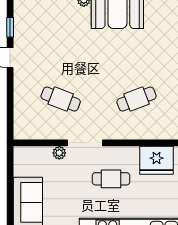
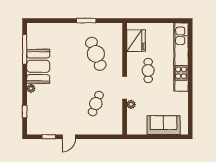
cafe table: (136, 99) -> (96, 54), width x1.37, depth x1.35

